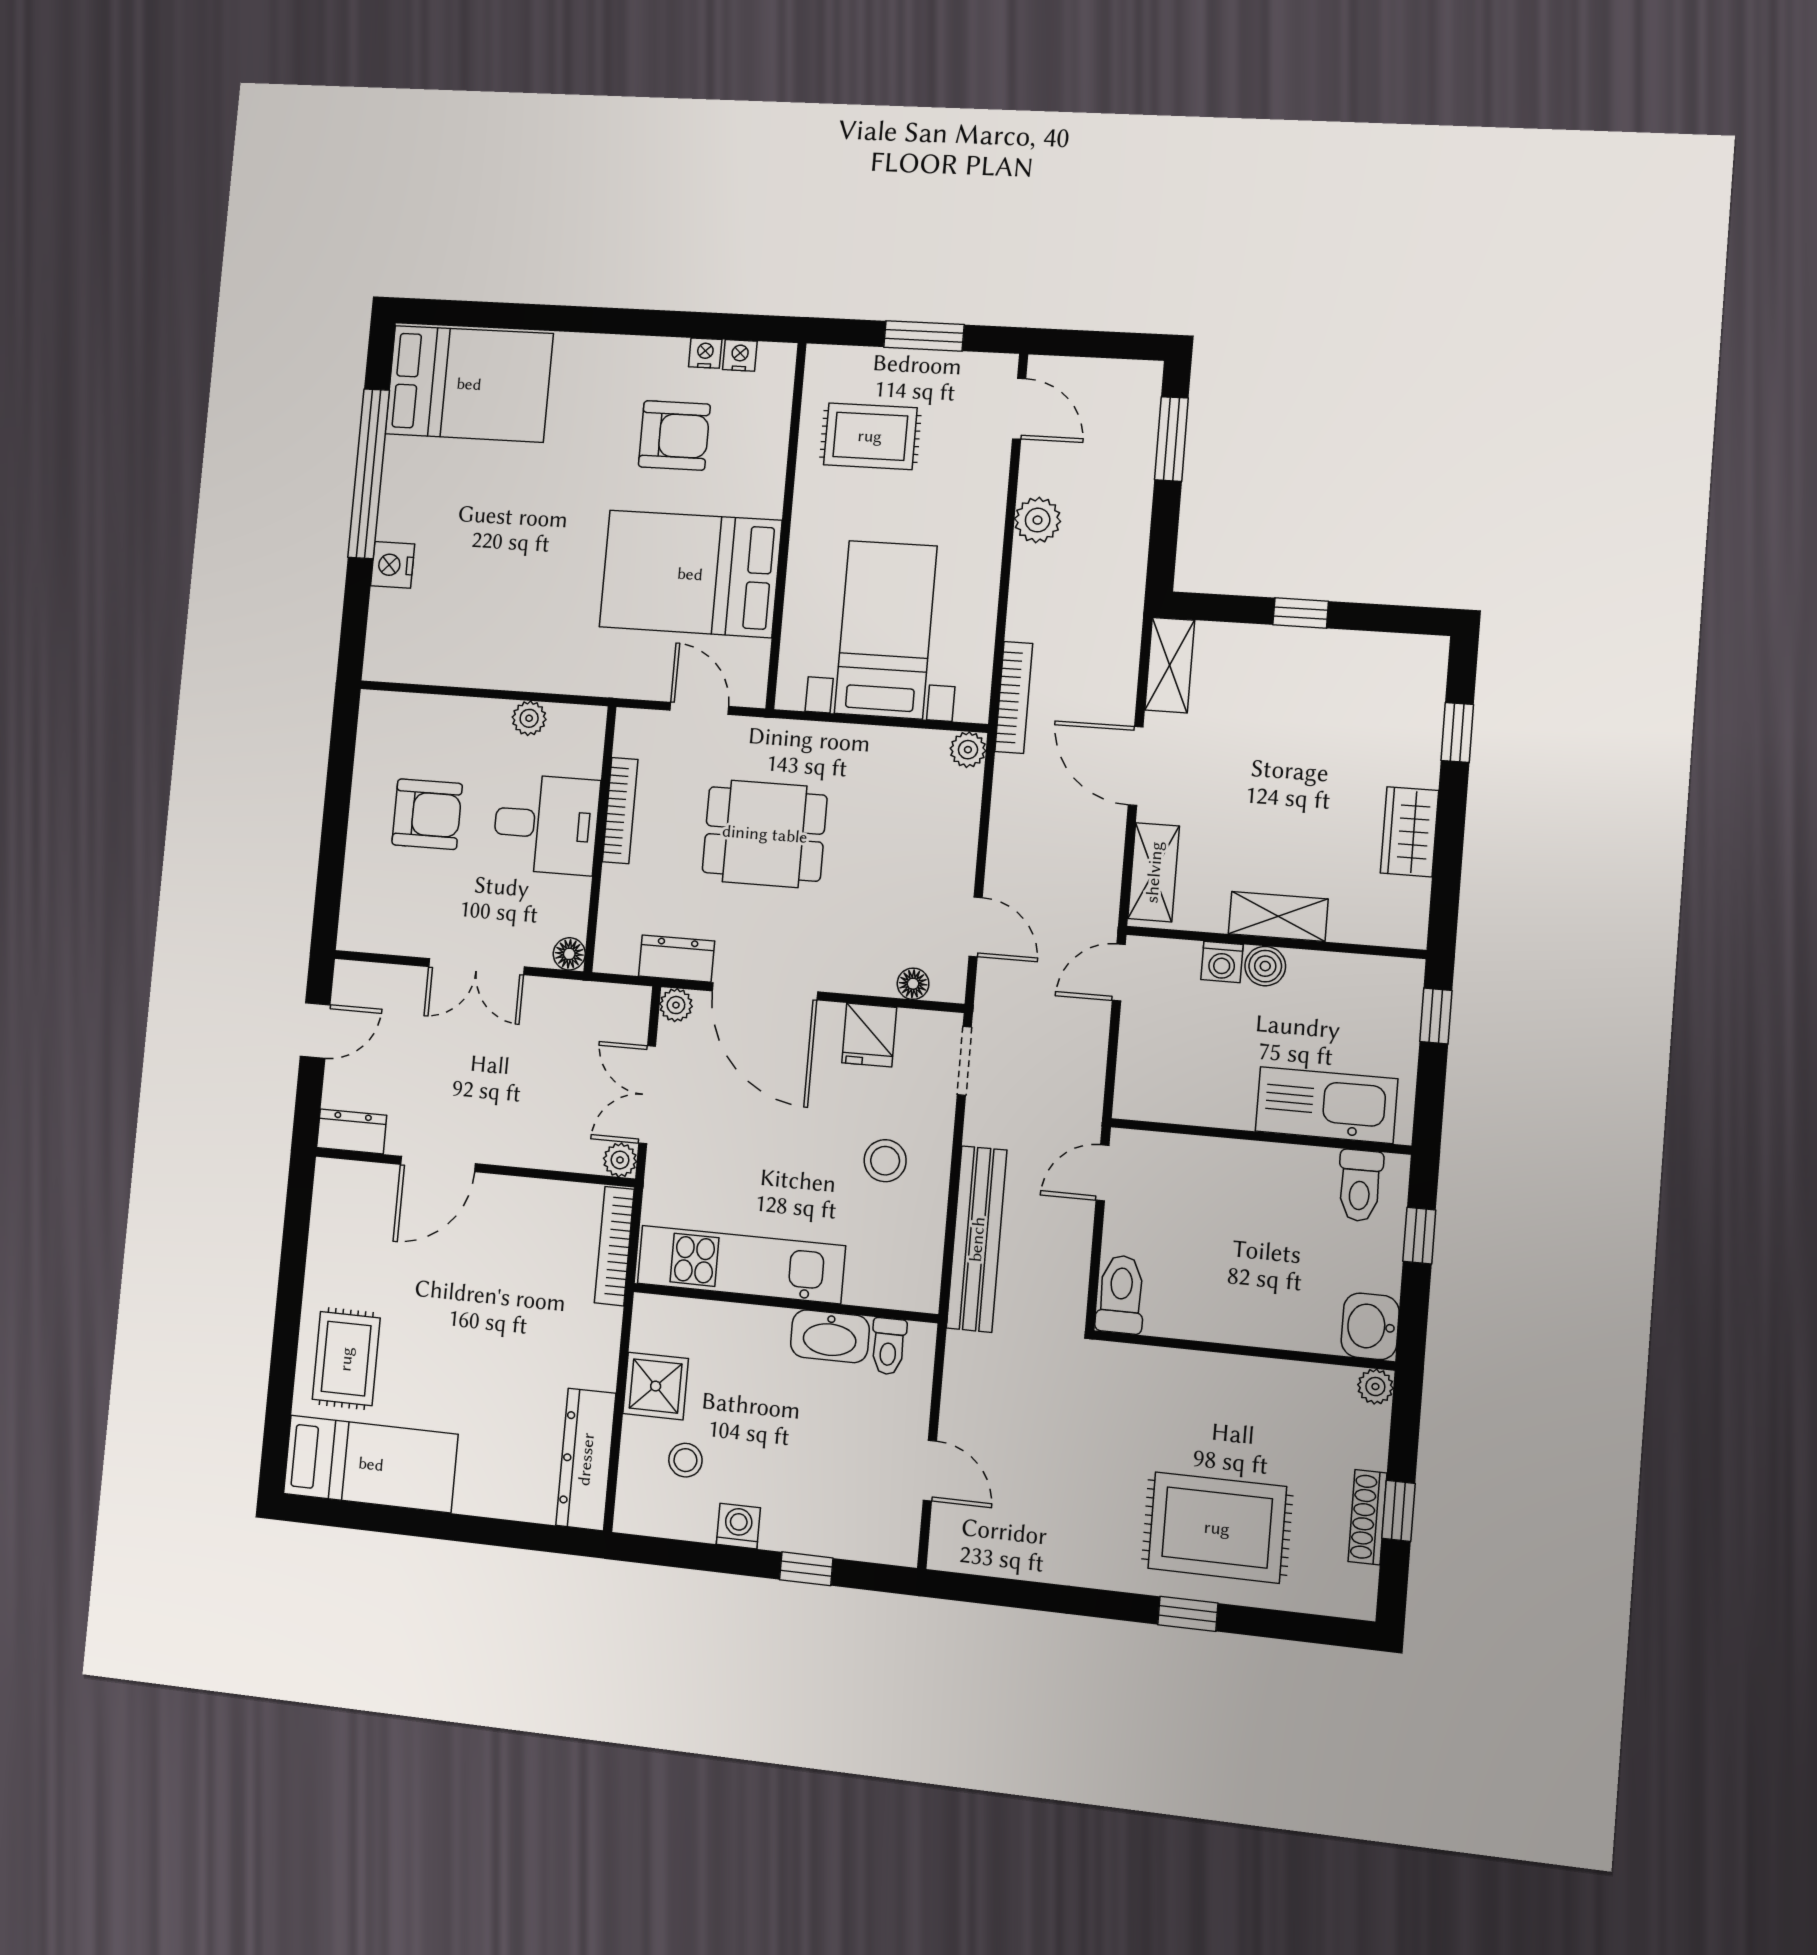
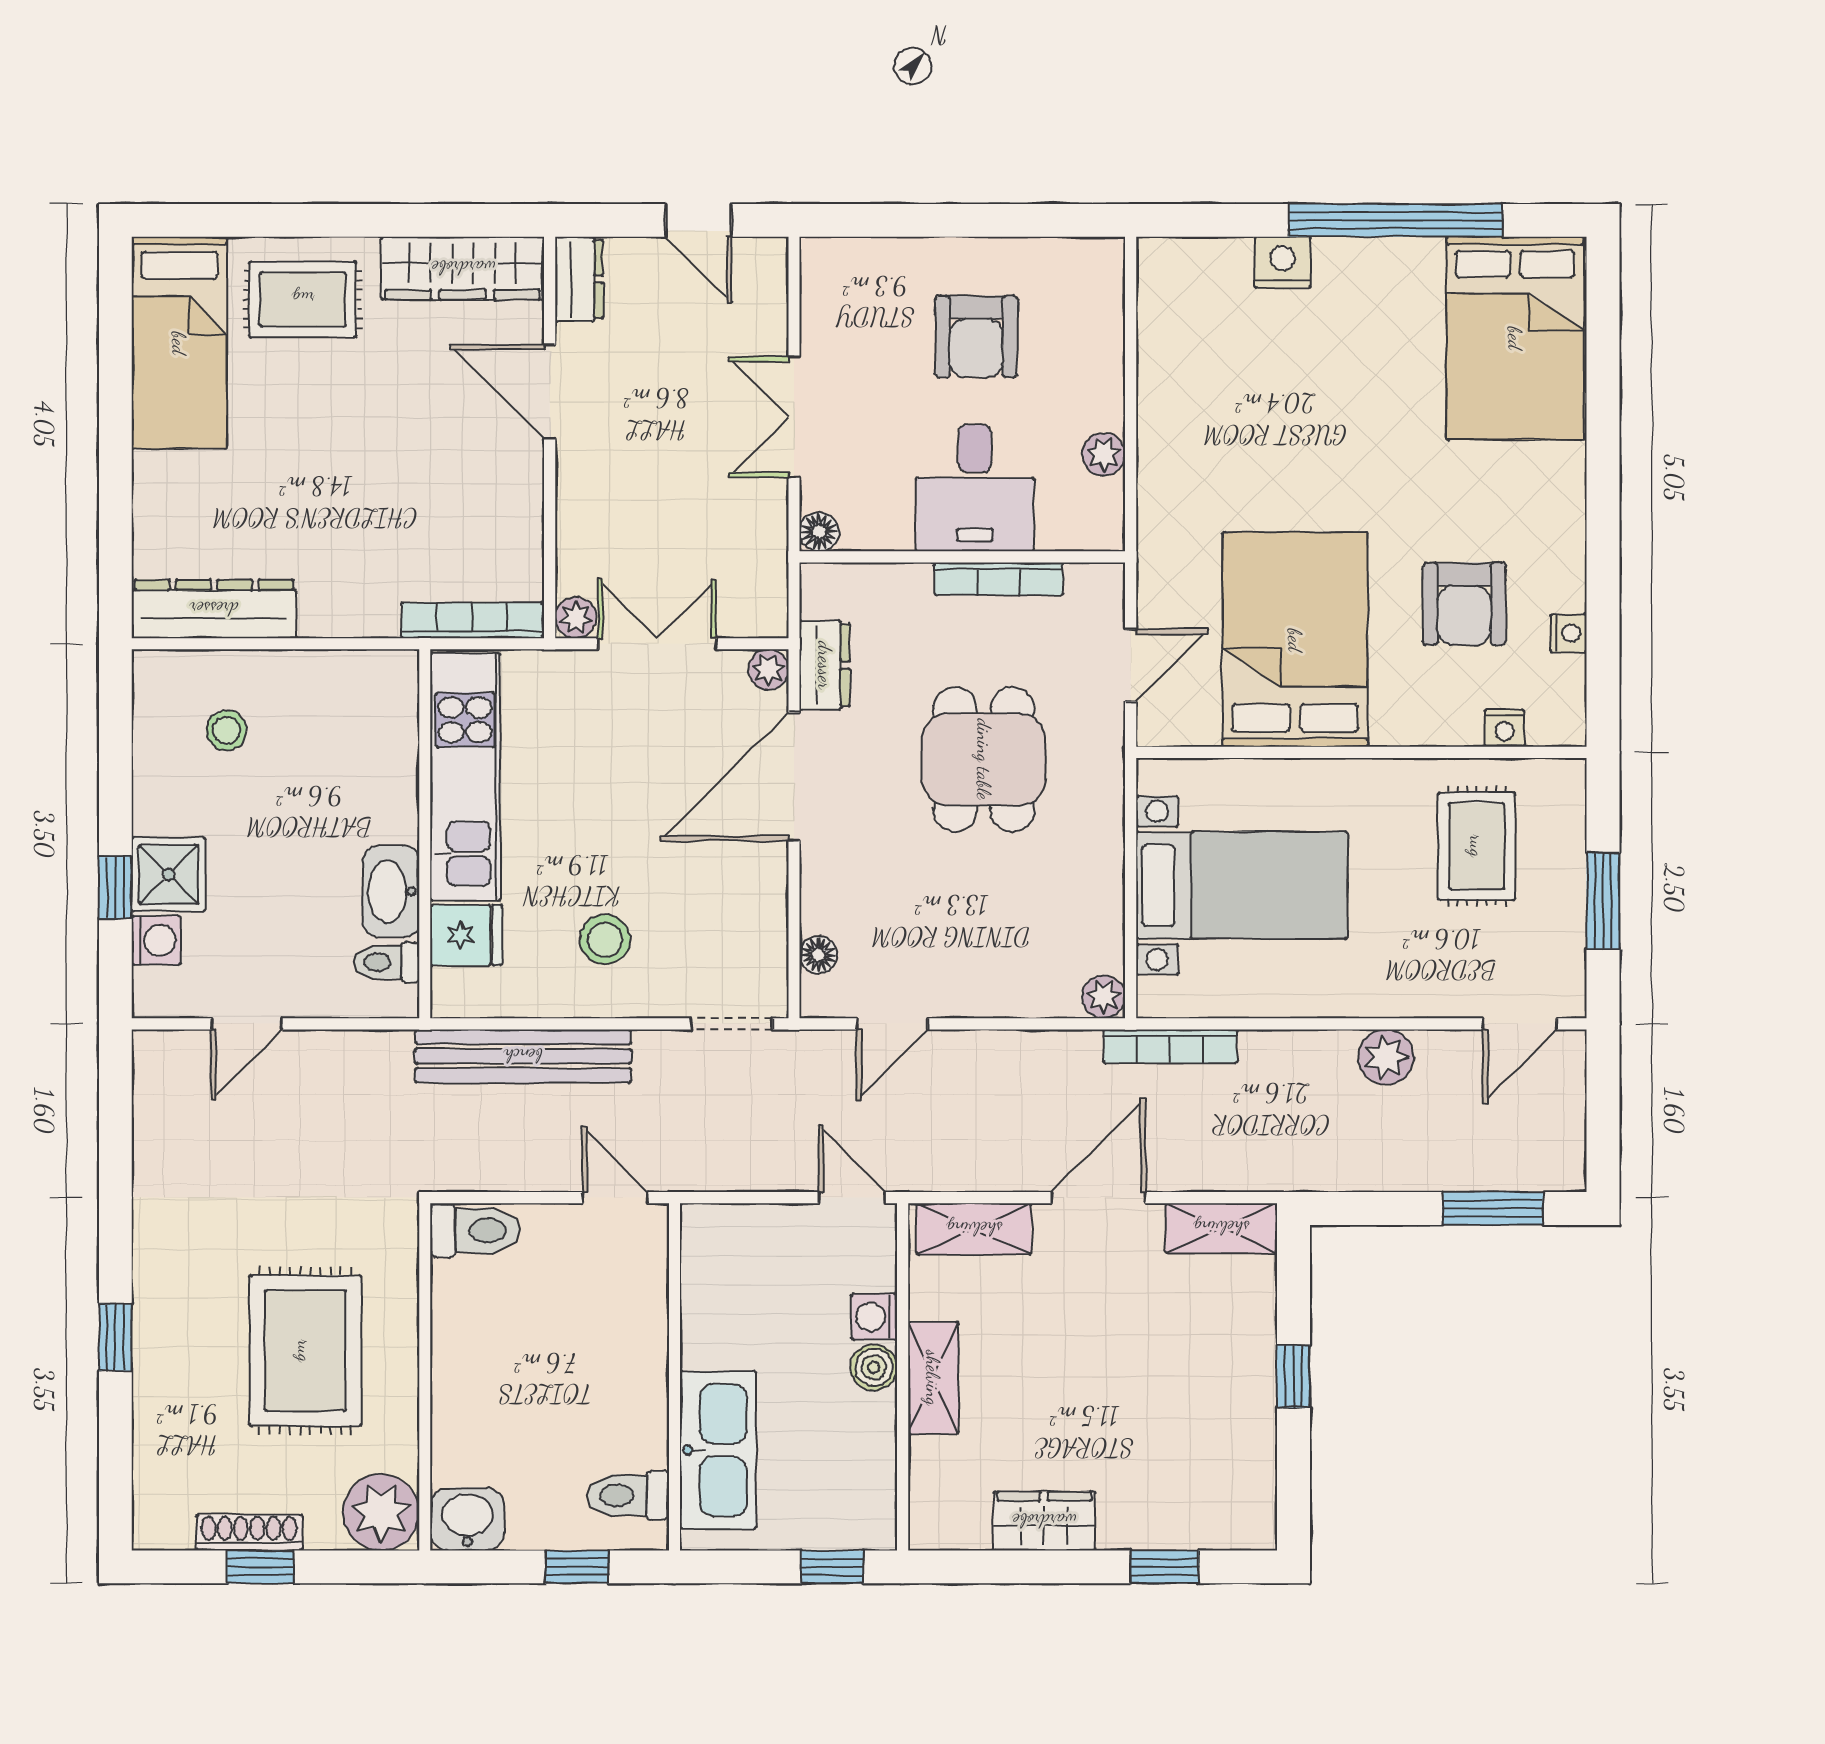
nightstand: (740, 355) -> (1505, 728), moved, turned 90
fridge: (869, 1035) -> (466, 935), moved, turned 180
wardrobe: (334, 1225) -> (463, 268), added
shower: (656, 1386) -> (169, 875), moved
plant: (1375, 1387) -> (381, 1512), width x1.88, depth x1.88
washing machine: (738, 1526) -> (156, 940), moved
rug: (1217, 1528) -> (305, 1351), moved

